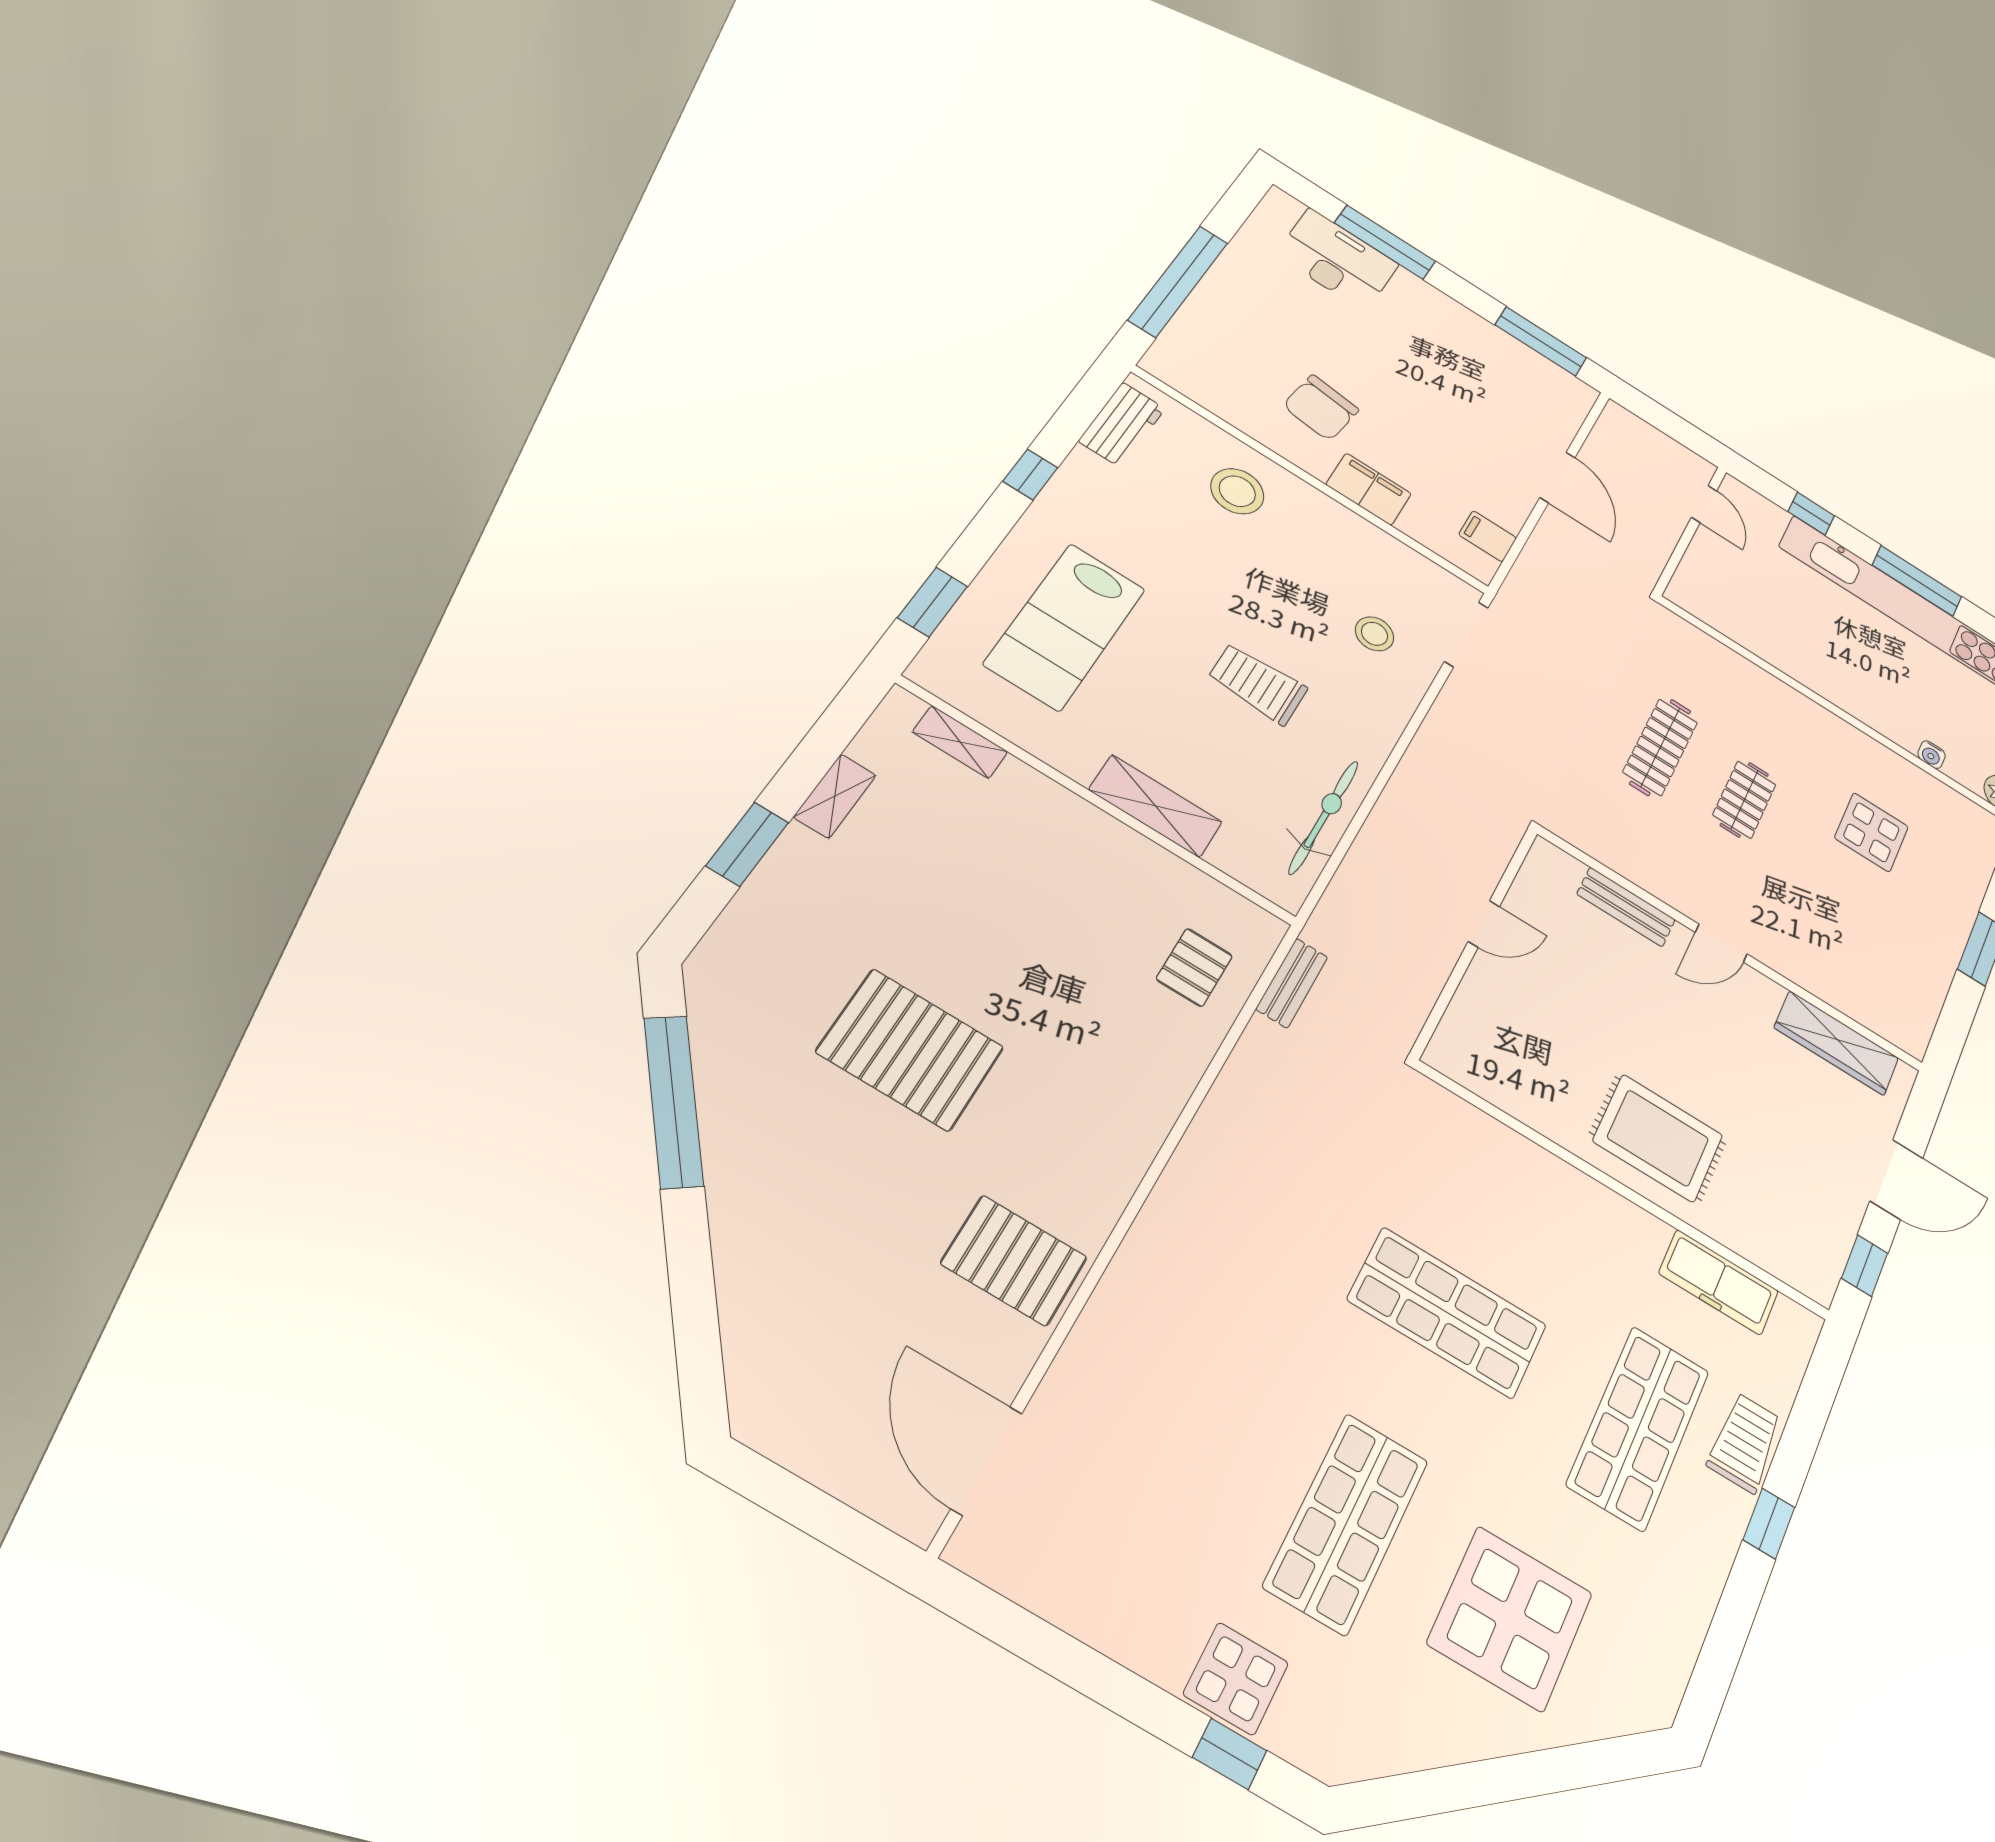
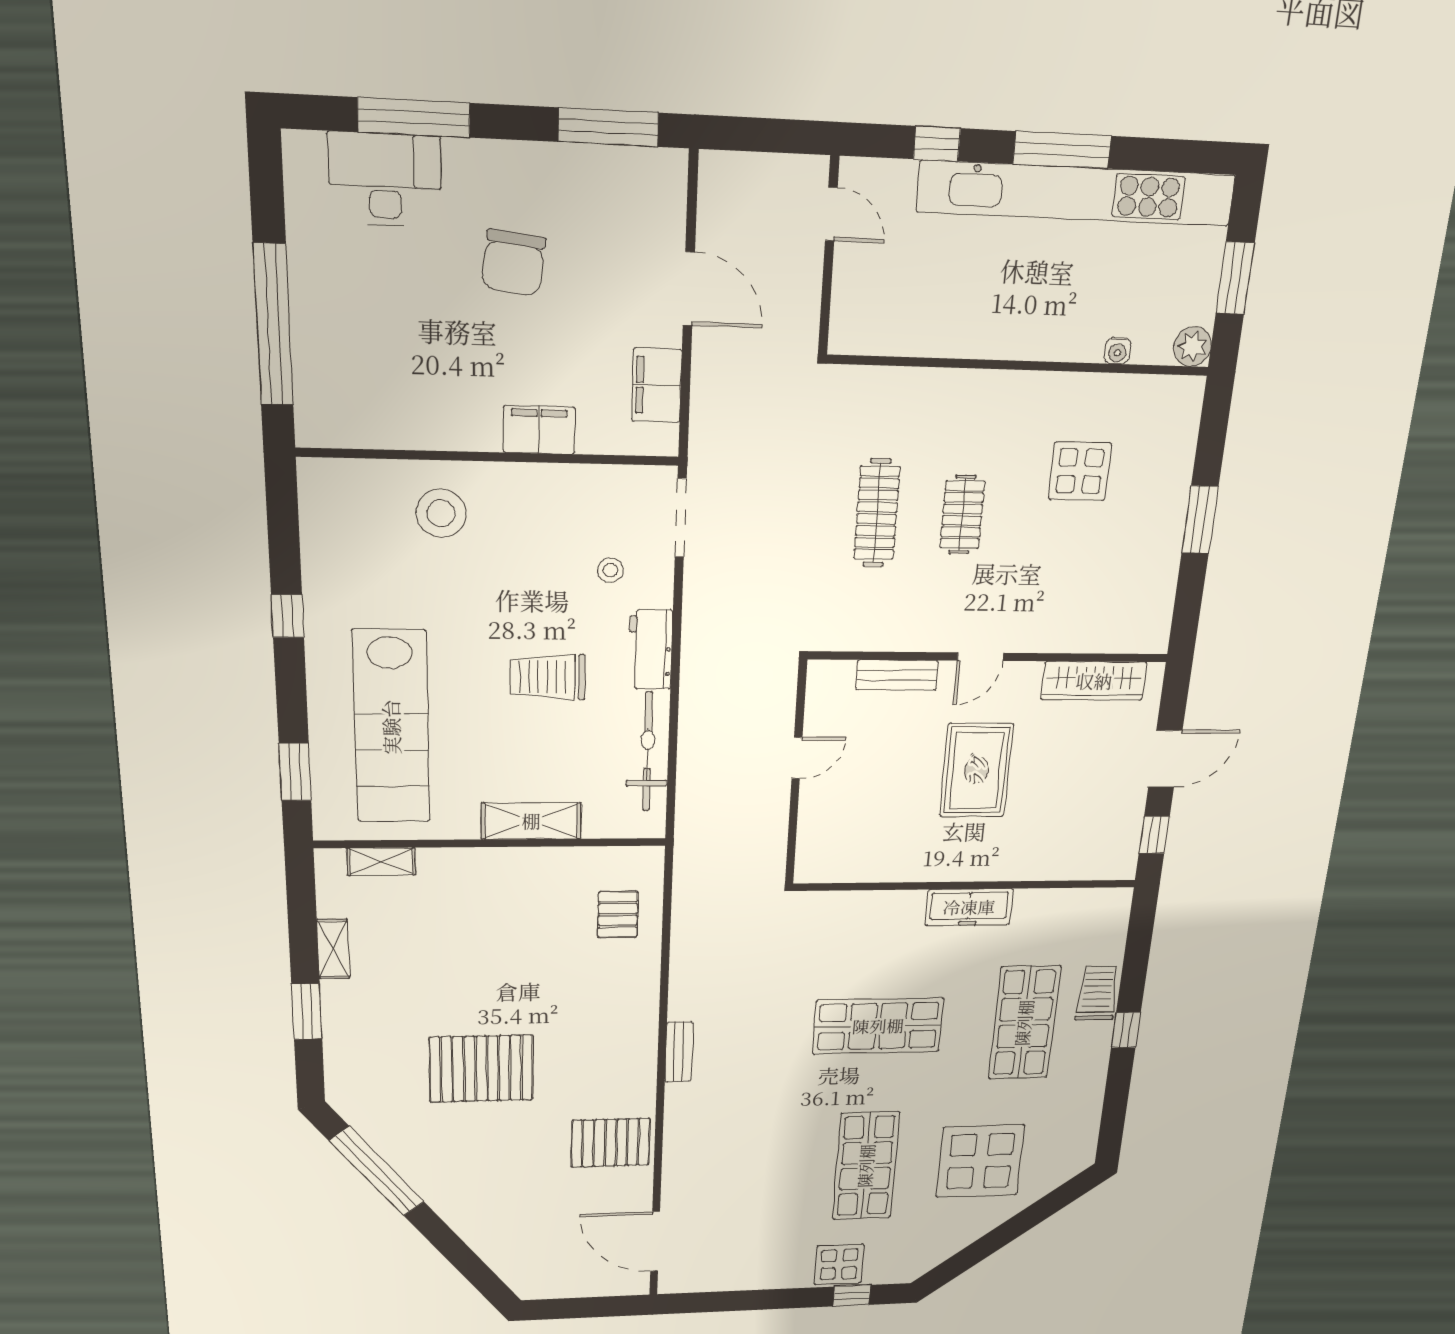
chair: (1321, 408) -> (513, 263), moved
workbench: (1122, 425) -> (650, 650), moved, turned 180
filing cabinet: (1488, 536) -> (657, 385), width x2.00
lab bench: (1065, 626) -> (391, 727), width x1.36
stool: (1374, 634) -> (610, 570), width x0.73, depth x0.73
bench: (1292, 983) -> (679, 1052), moved
rug: (1658, 1138) -> (976, 770), moved, turned 90
freezer: (1719, 1282) -> (969, 907), moved

